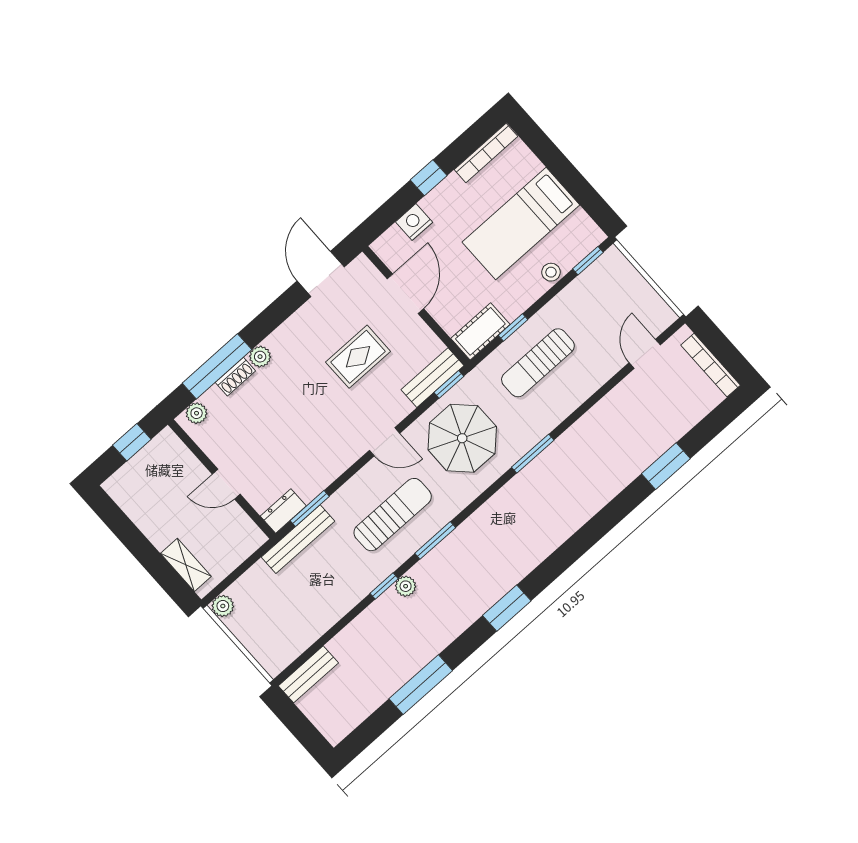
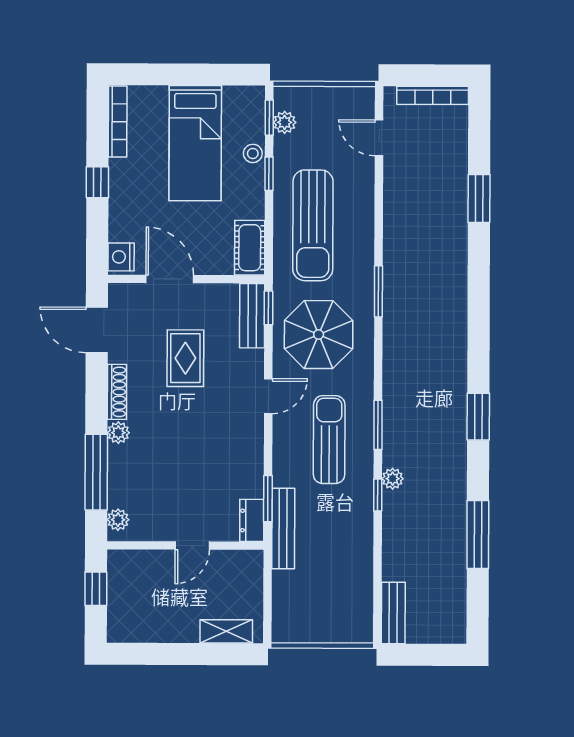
nightstand: (414, 222) -> (121, 257), moved
window: (513, 327) -> (269, 174), moved
sun lounger: (538, 363) -> (313, 225), width x1.36, depth x1.34
shoe rack: (235, 377) -> (117, 392), moved, width x1.43
plant: (223, 606) -> (285, 122), moved

